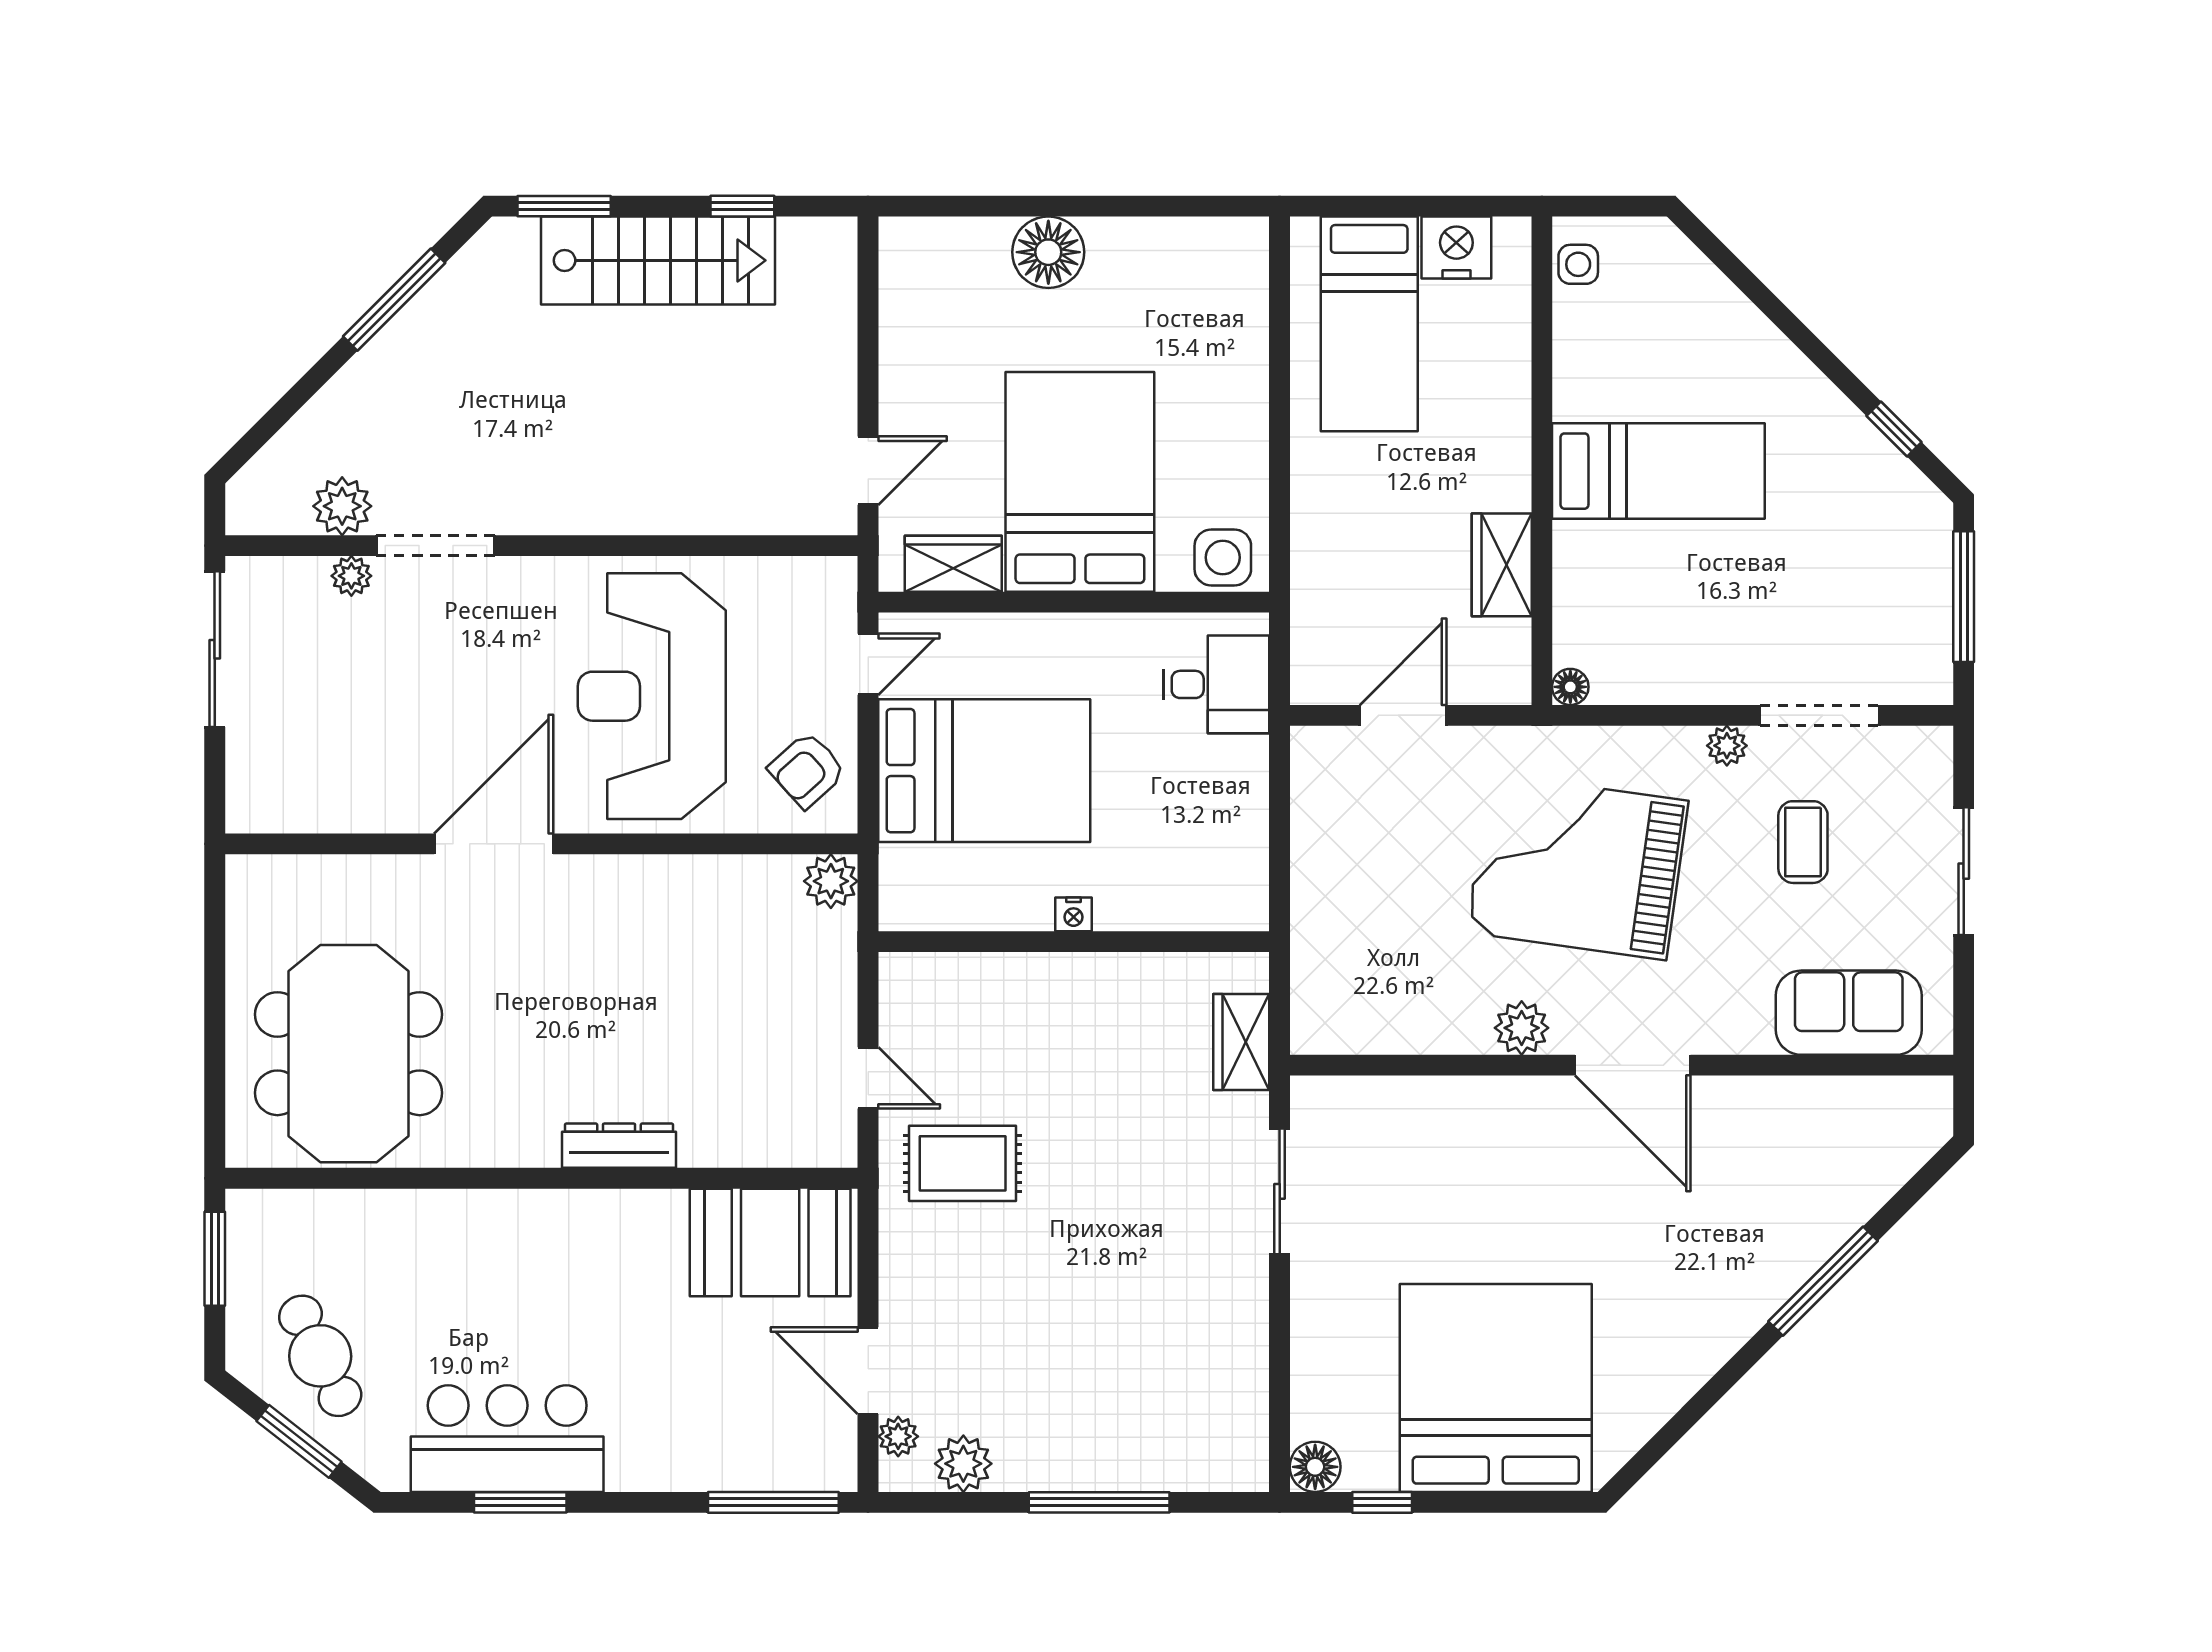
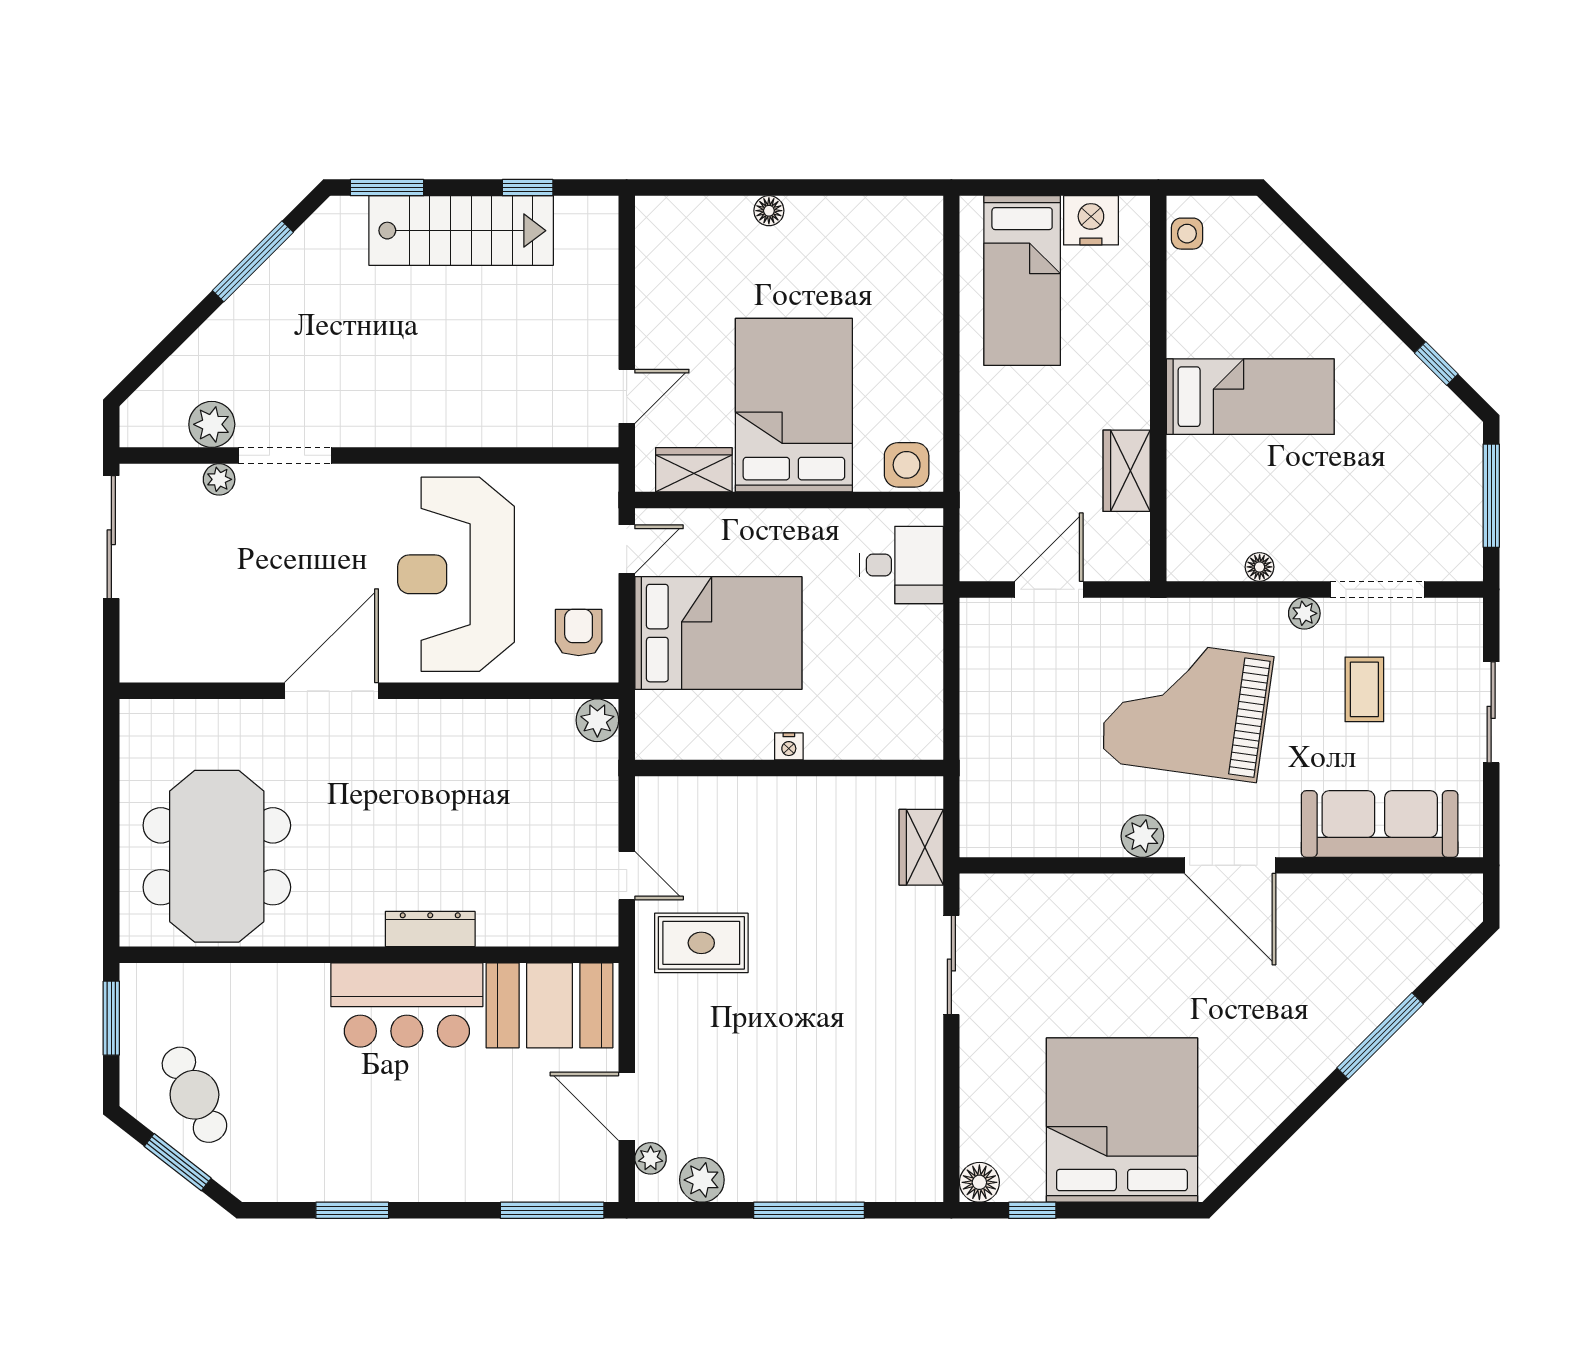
floor lamp: (1048, 252) -> (769, 211), width x0.53, depth x0.53
floor lamp: (1570, 687) -> (1260, 567), moved
armchair: (807, 770) -> (579, 632), turned 132
sofa: (1849, 1013) -> (1380, 824), width x1.36
bar counter: (507, 1439) -> (407, 1005), moved, turned 180

